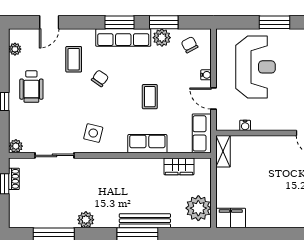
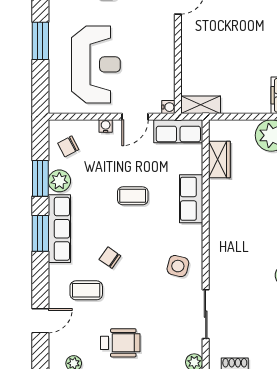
door: (49, 22) -> (40, 321), hinge flipped
reception desk: (256, 67) -> (96, 64), turned 90
water cooler: (245, 125) -> (168, 107), moved

